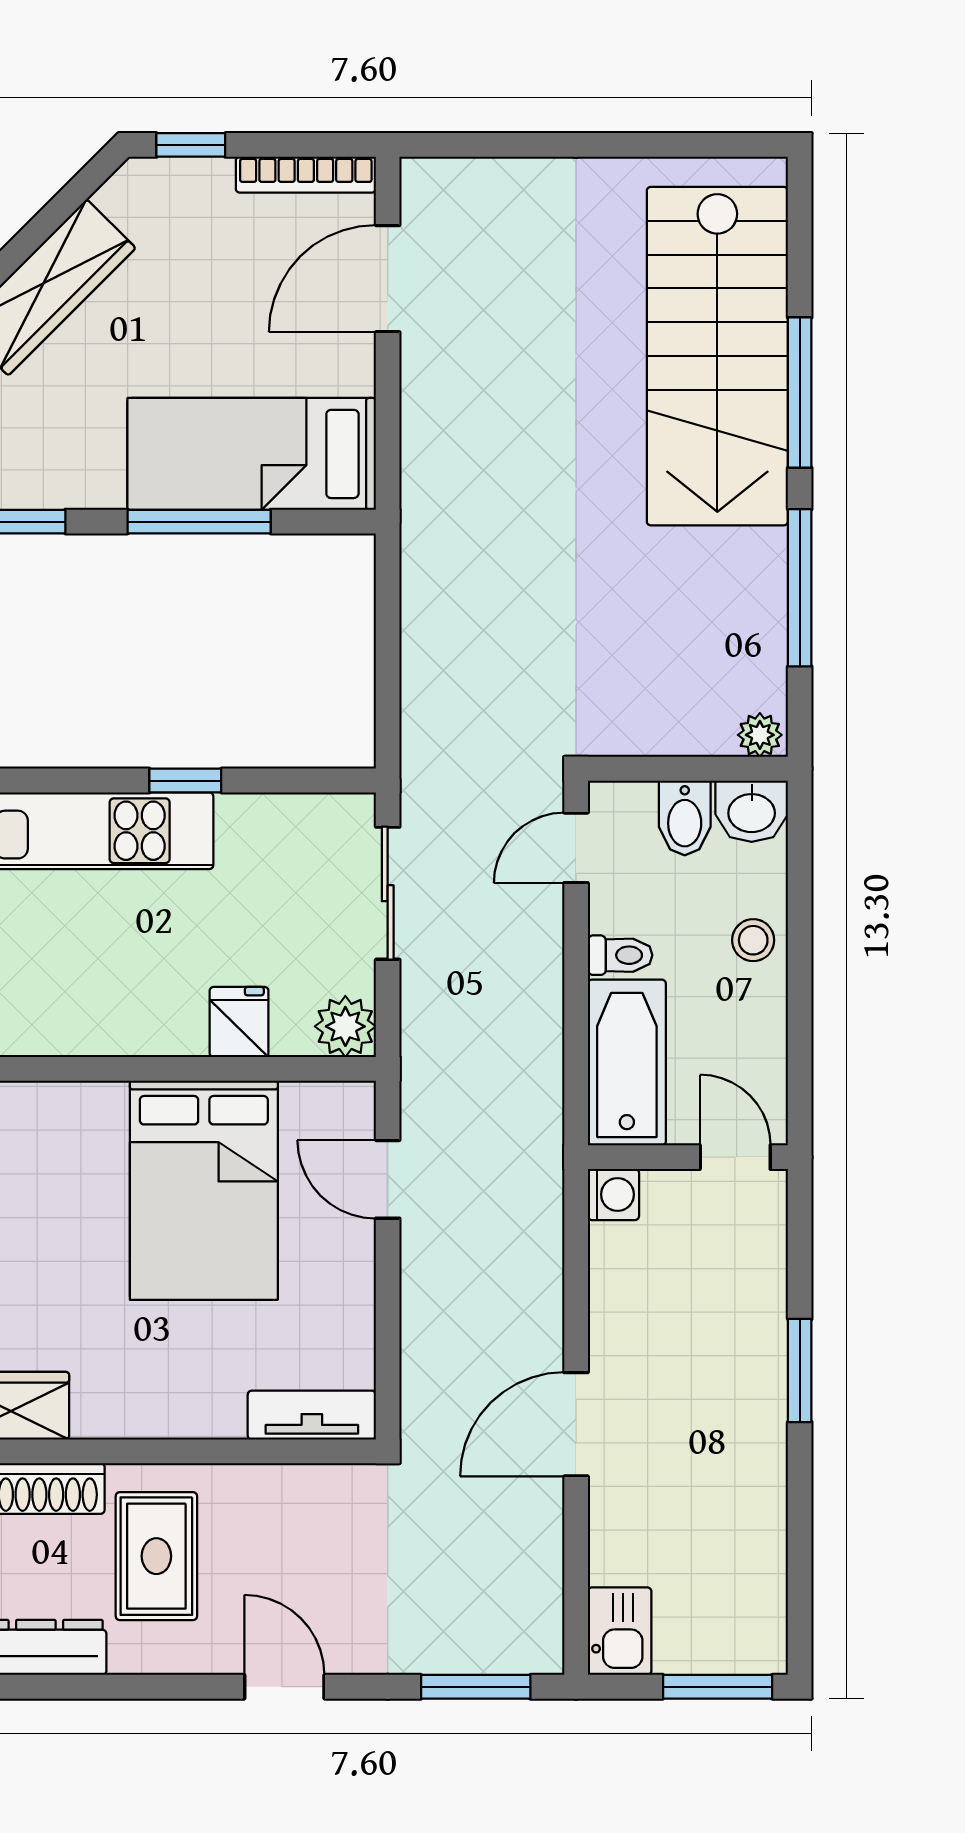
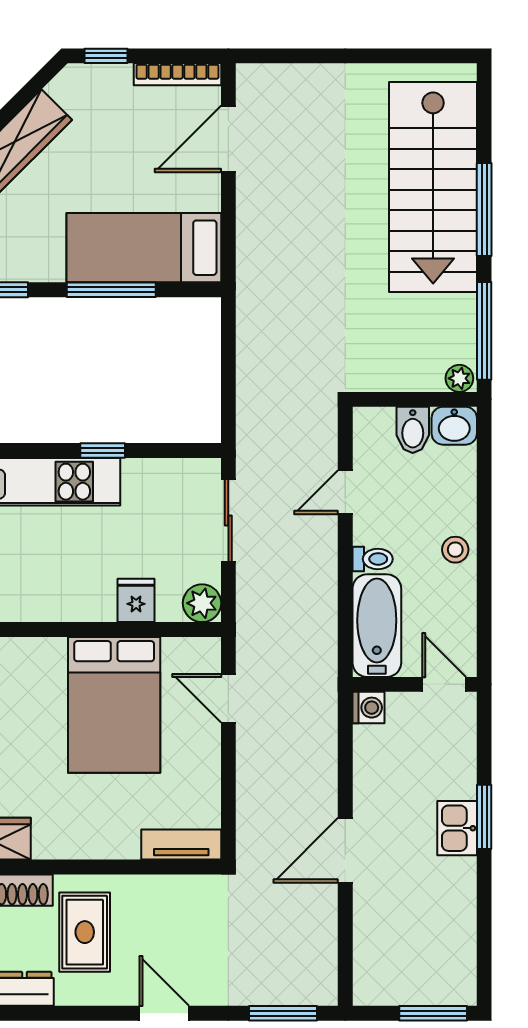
plant: (760, 735) -> (459, 378), moved
wall: (688, 769) -> (415, 399), moved
washbasin: (752, 811) -> (454, 426), moved
bidet: (685, 818) -> (413, 430), moved
kitchen sink: (620, 1631) -> (457, 828), moved, turned 180

